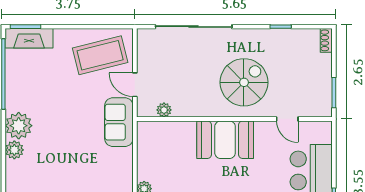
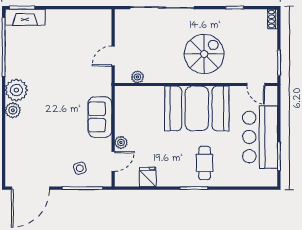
coffee table: (100, 55) -> (84, 31), removed
door: (135, 85) -> (113, 56), hinge flipped
door: (287, 119) -> (256, 85), moved
sofa: (119, 122) -> (100, 117), moved
booth: (225, 140) -> (197, 108), width x1.36, depth x1.42

